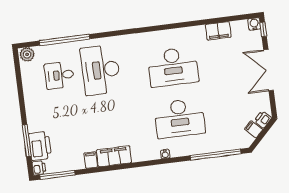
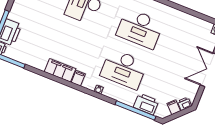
filing cabinet: (218, 31) -> (188, 20), removed
printer: (223, 142) -> (146, 104), added
filing cabinet: (91, 160) -> (78, 78), moved

